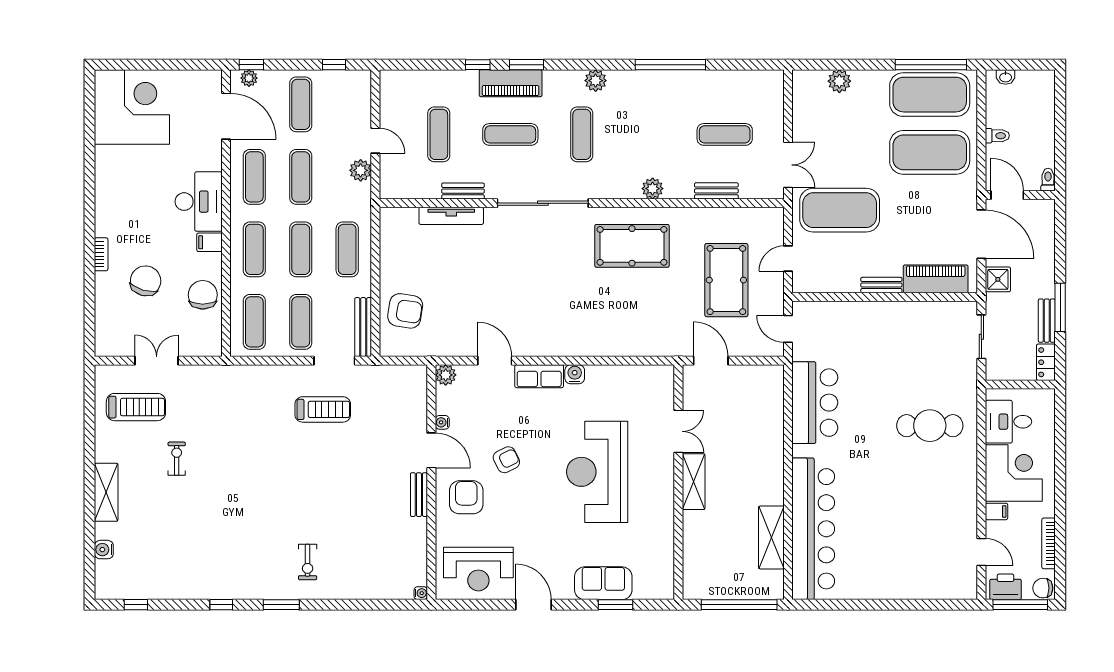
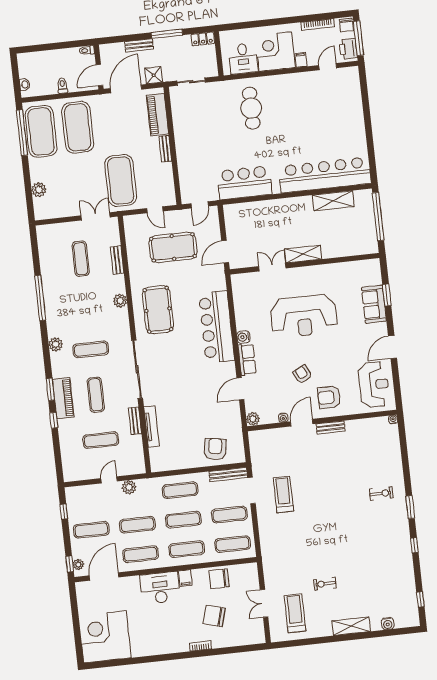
bench: (1047, 321) -> (139, 45), moved
bar counter: (595, 334) -> (217, 327), added

